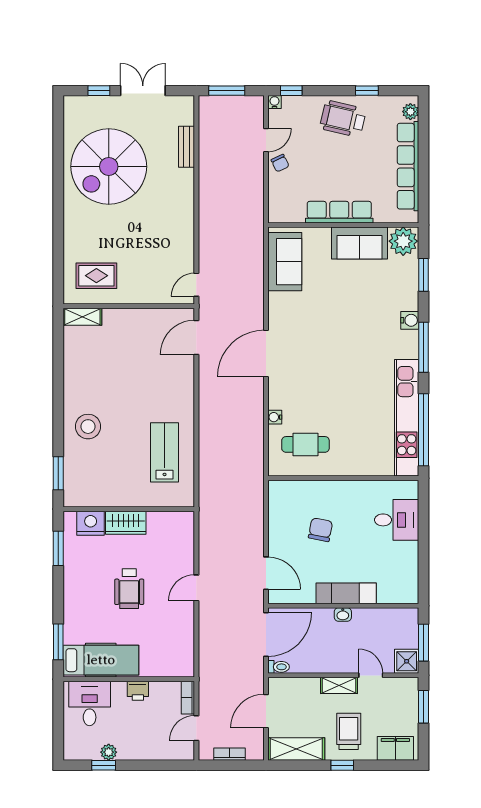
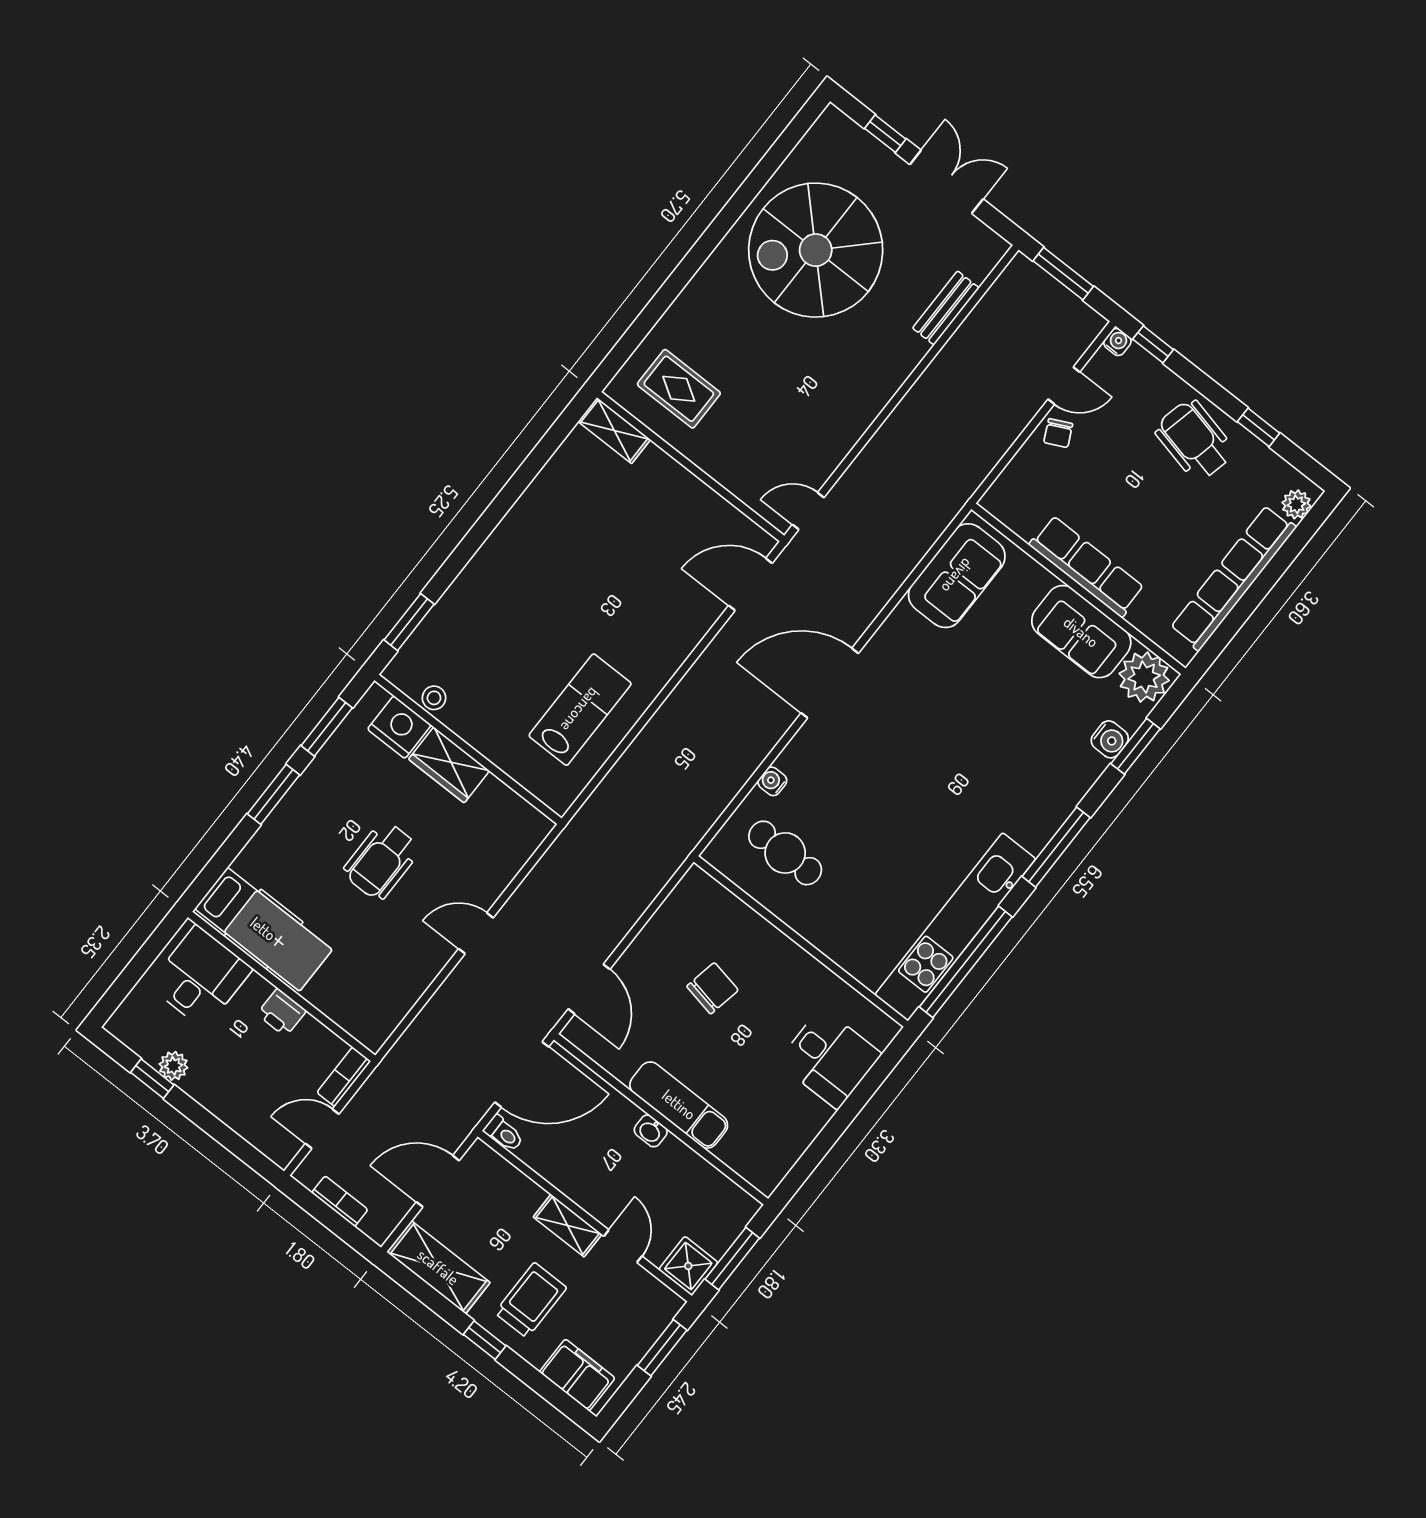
water cooler: (410, 320) -> (1110, 739), moved
stool: (88, 427) -> (434, 698), moved, width x0.53, depth x0.53
window: (58, 642) -> (274, 794), moved

